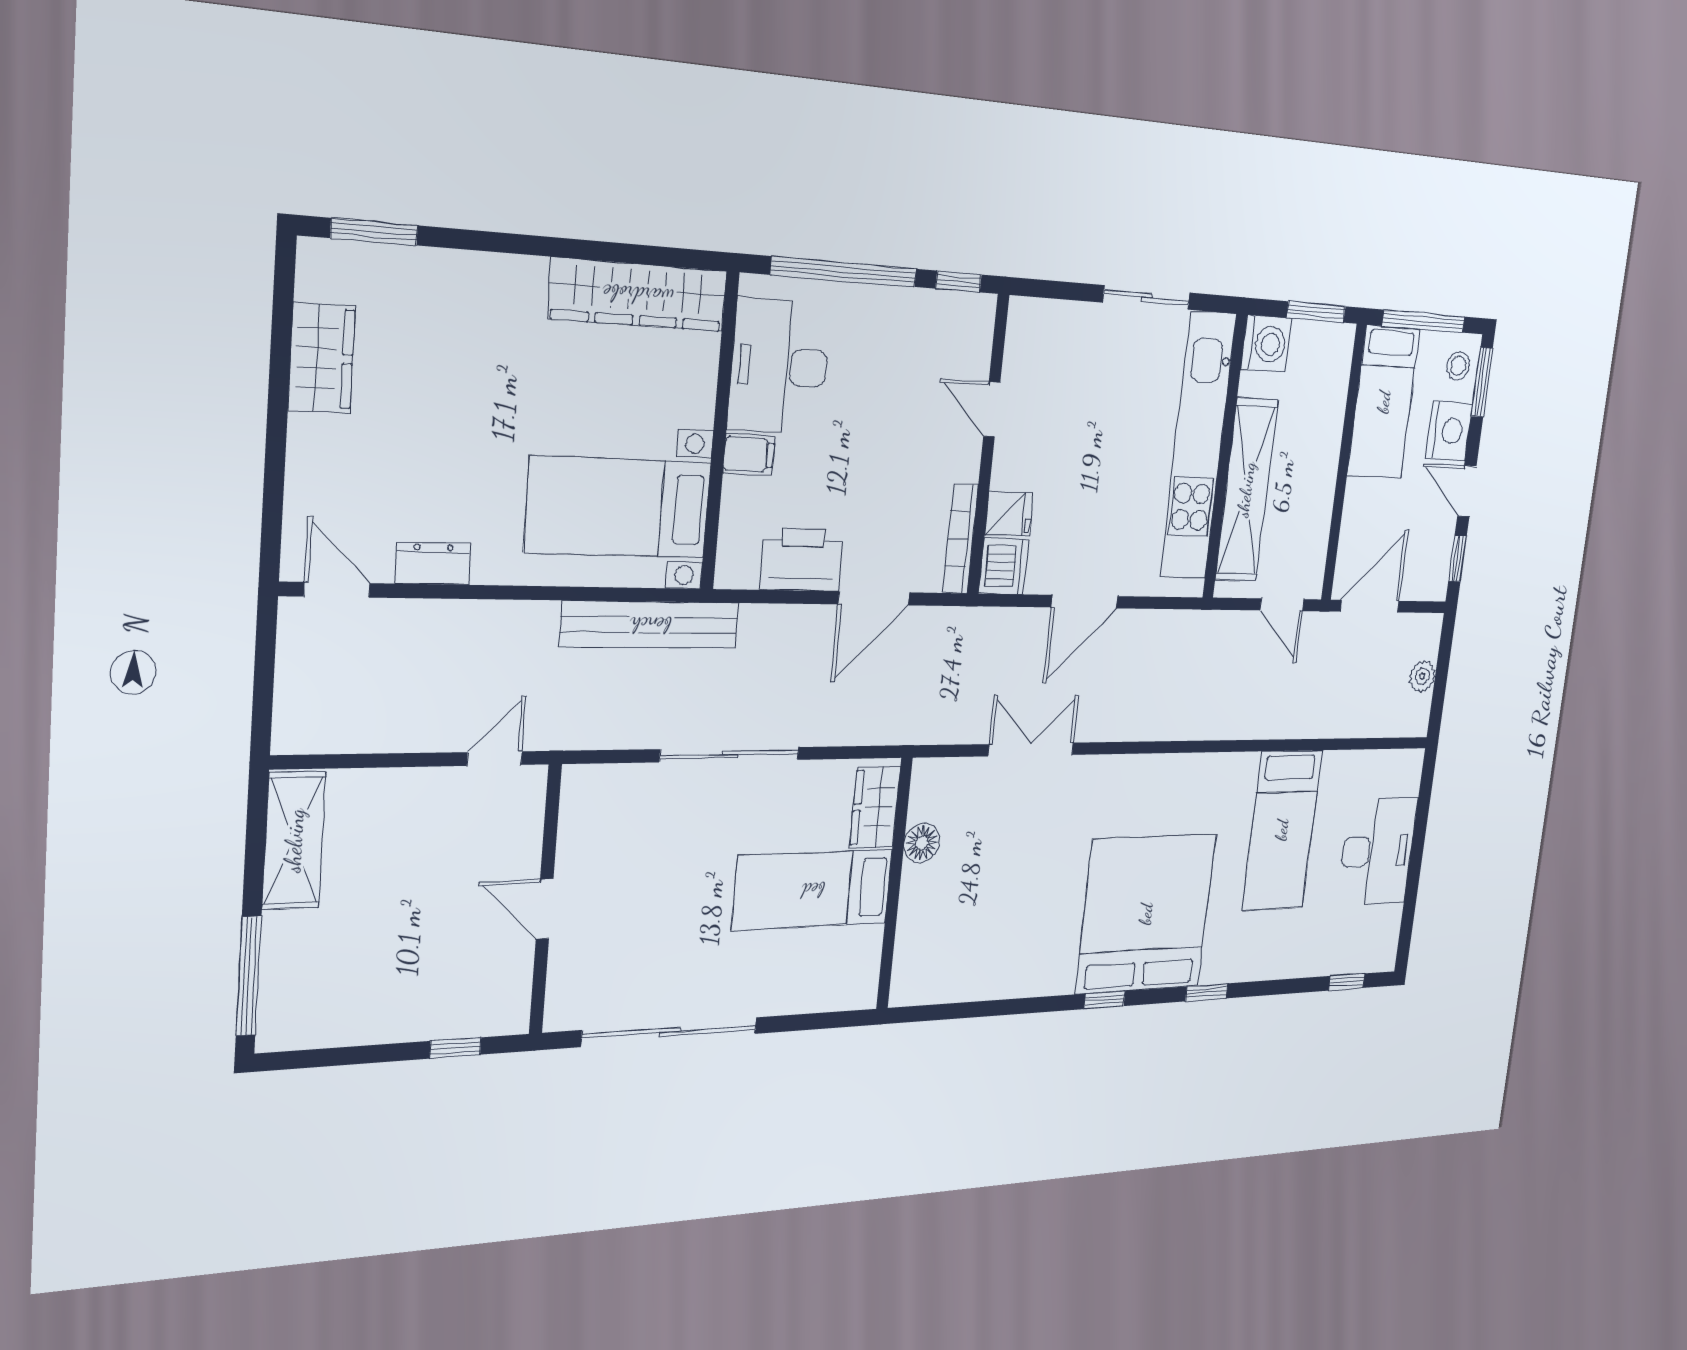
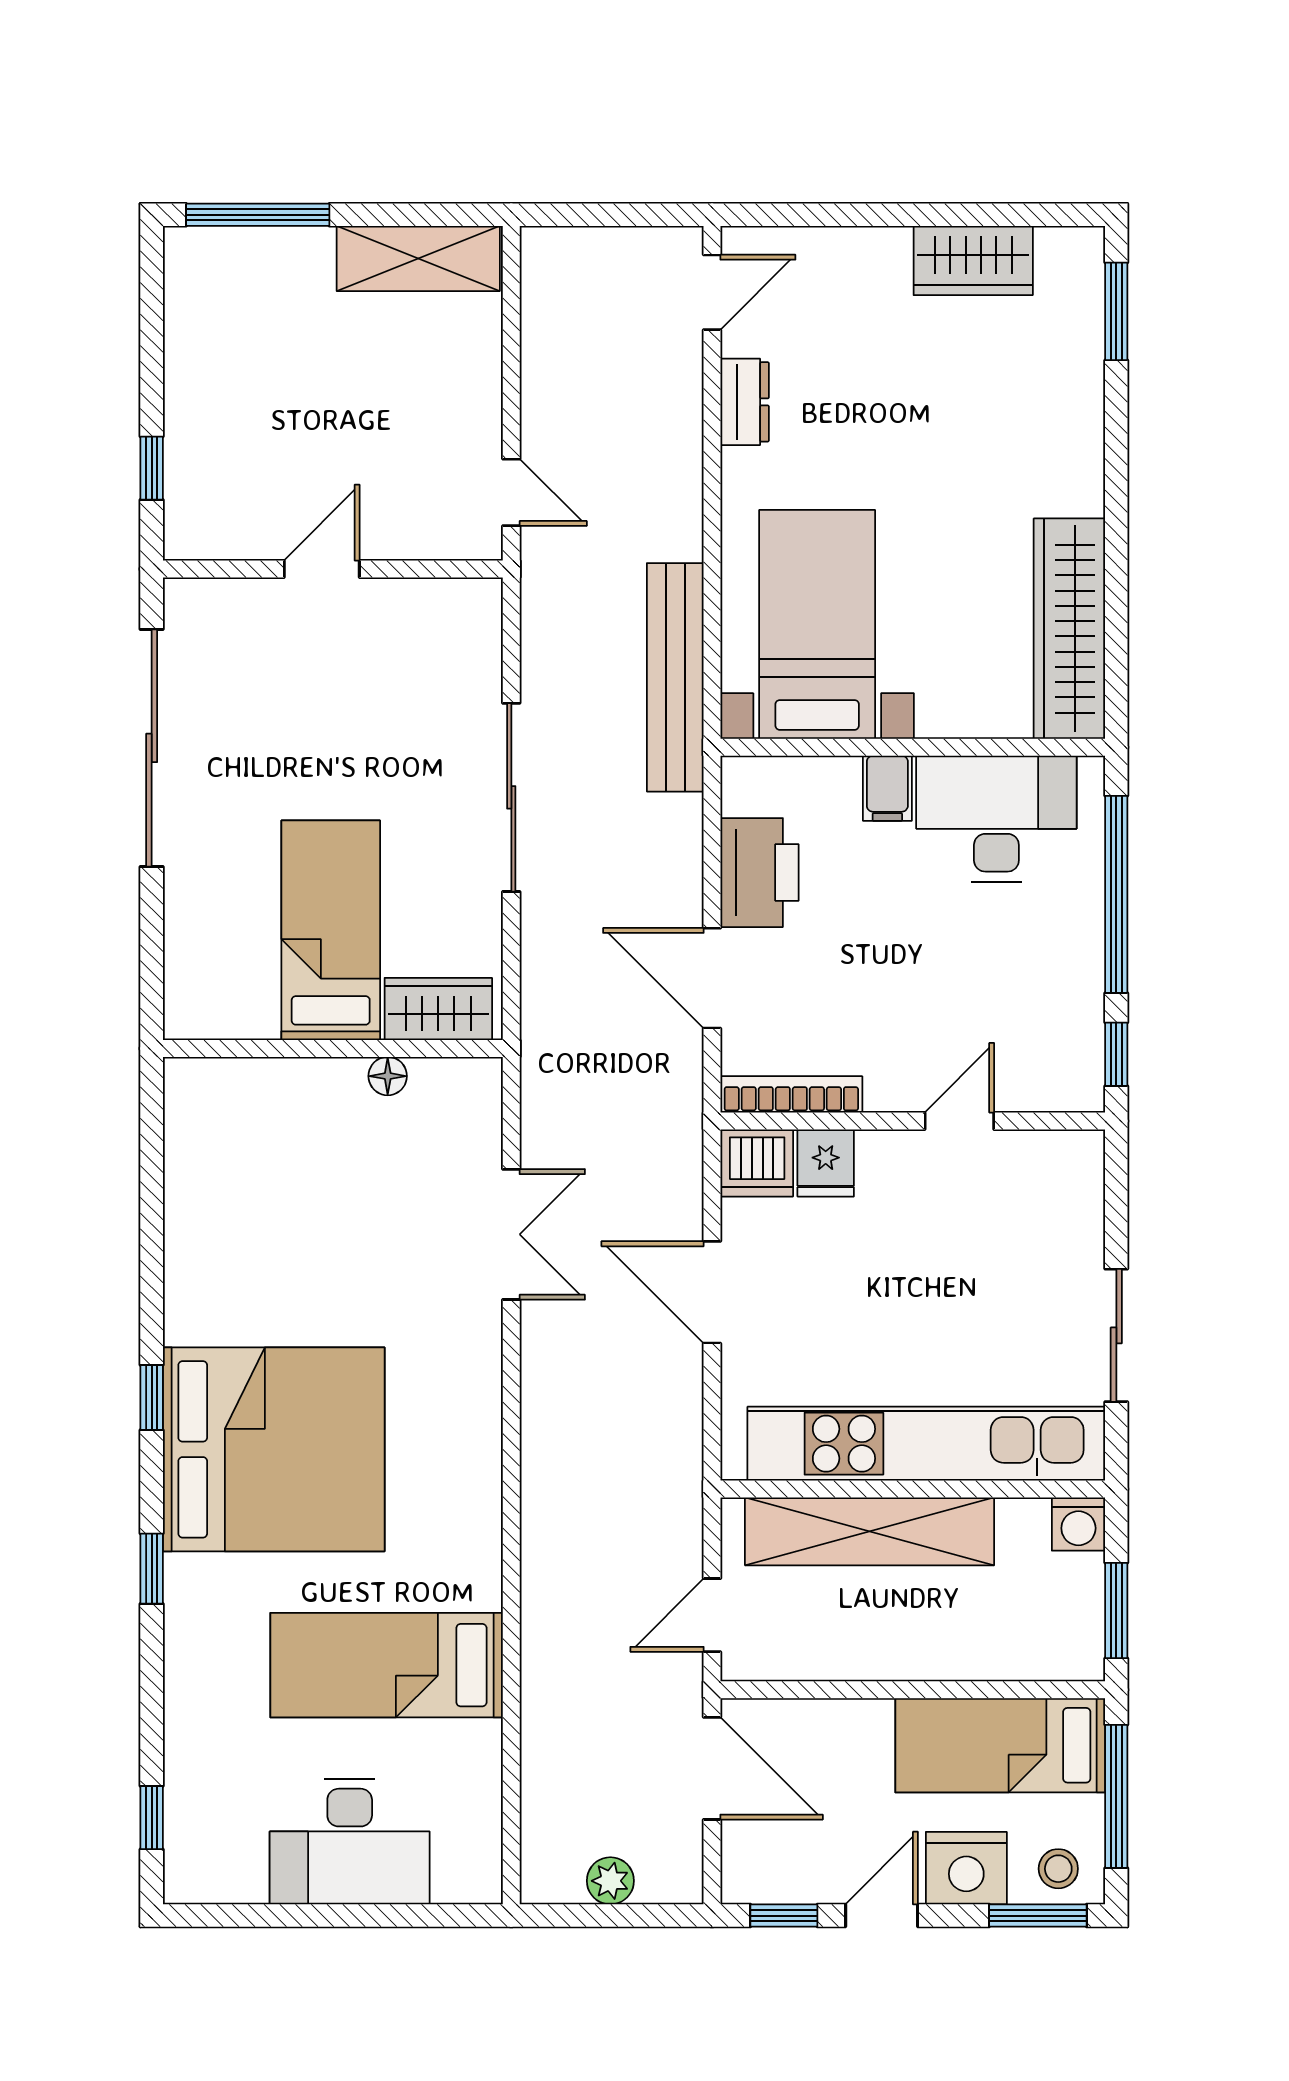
washing machine: (1266, 344) -> (1078, 1524), width x0.73, depth x0.73
floor lamp: (922, 843) -> (388, 1076), width x0.73, depth x0.73

